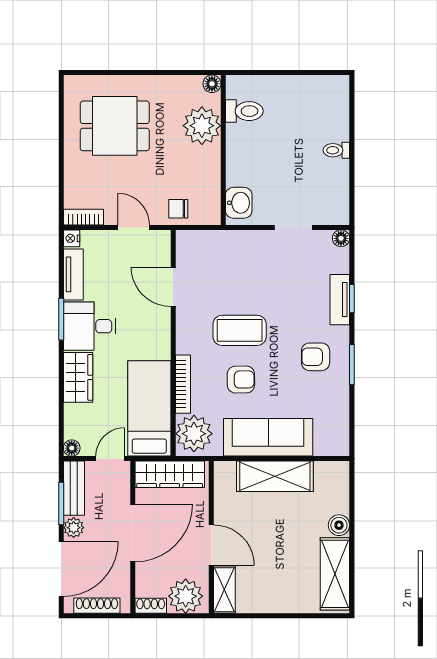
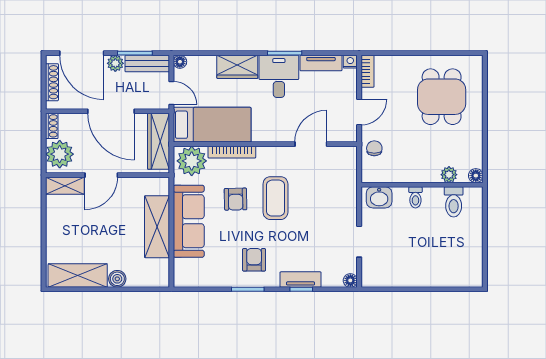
plant: (202, 126) -> (449, 175), width x0.53, depth x0.53
toilet: (336, 150) -> (415, 197), moved, turned 180

